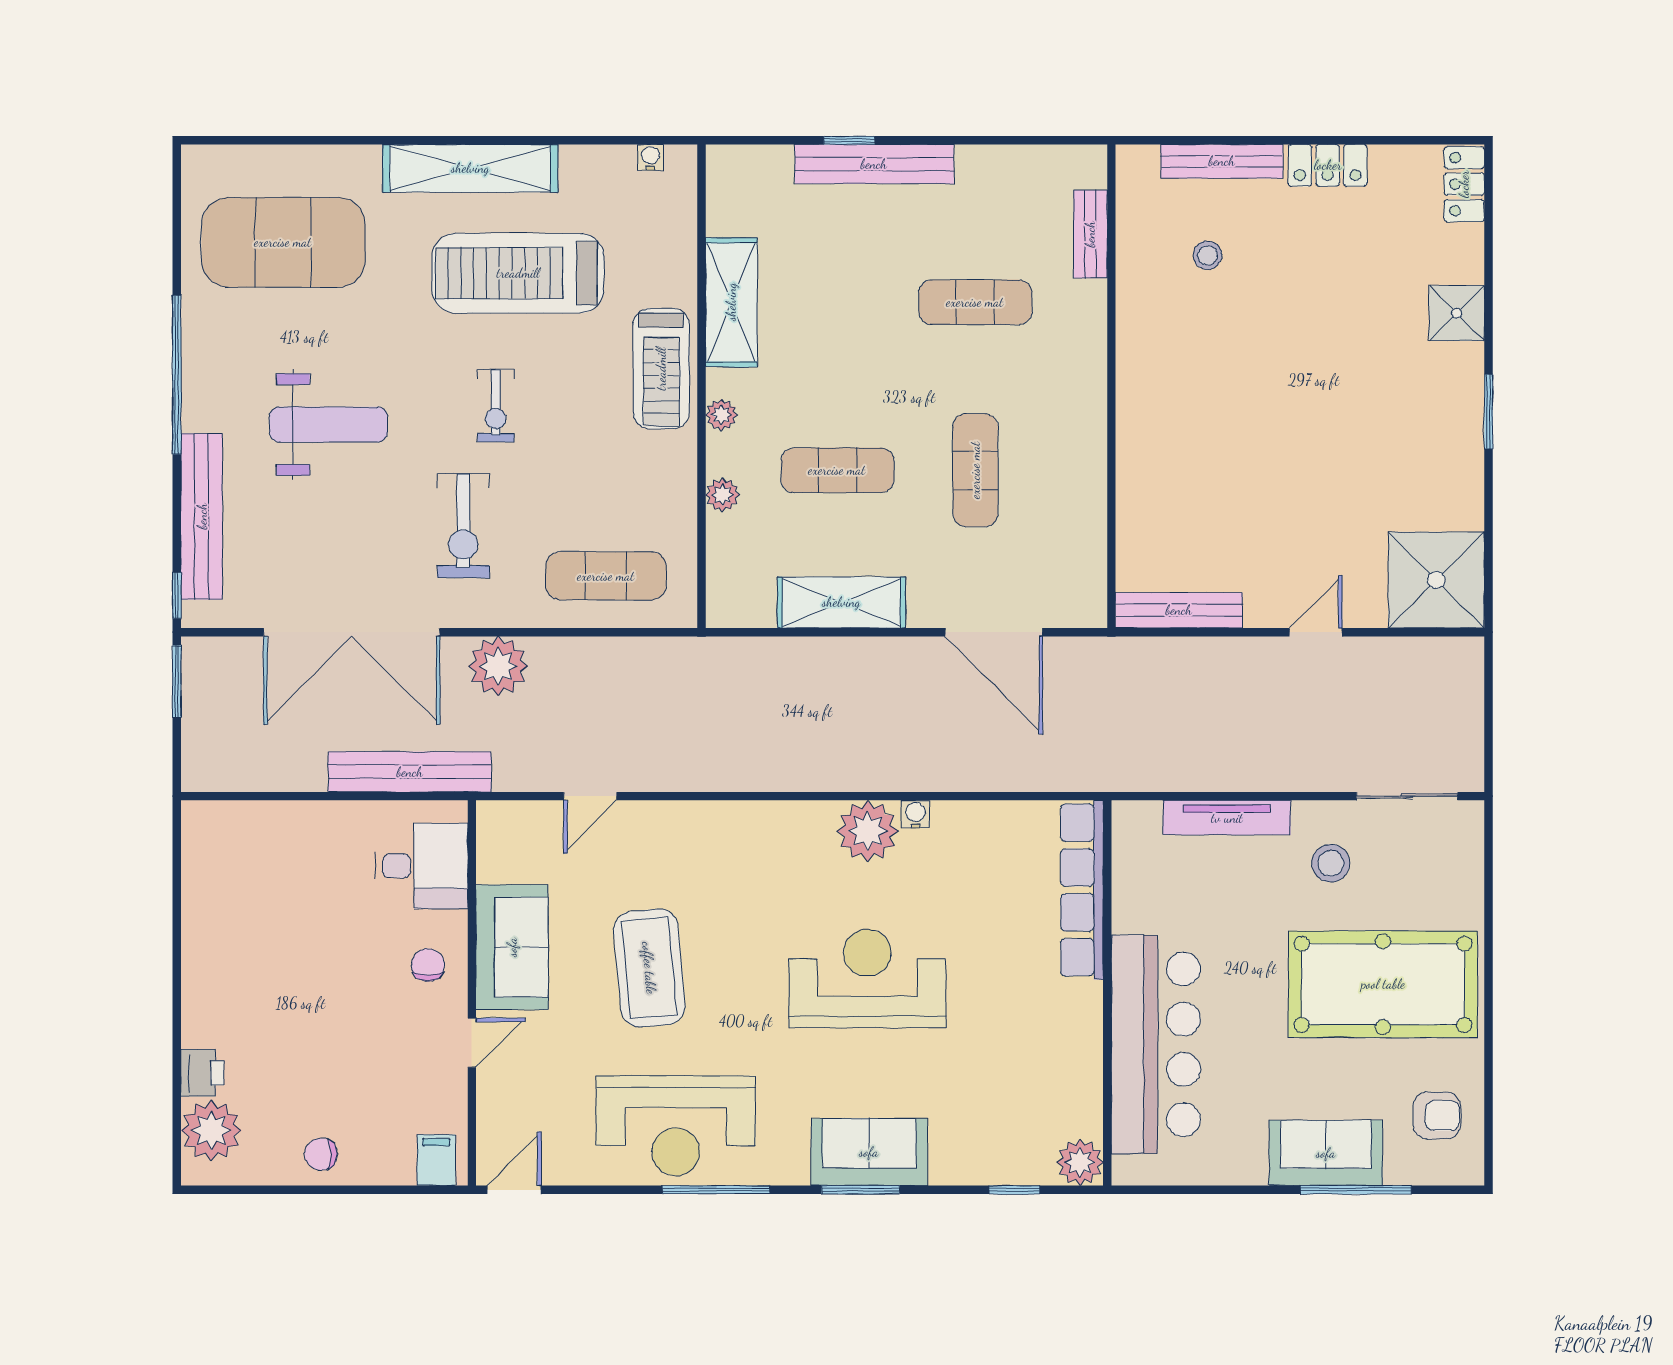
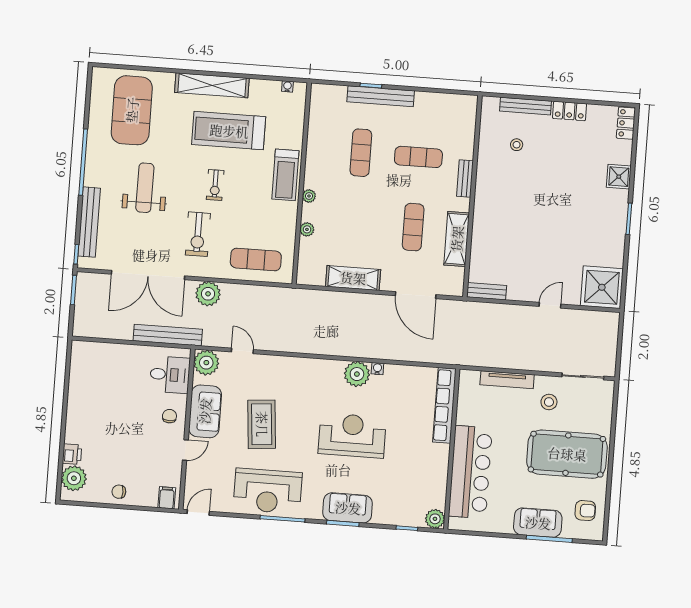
bench: (1090, 234) -> (465, 179), moved
exercise mat: (283, 242) -> (132, 110), turned 90
shelving: (731, 302) -> (457, 239), moved
weight bench: (328, 424) -> (145, 188), turned -90
exercise mat: (837, 470) -> (361, 153), moved, turned 90
bench: (1179, 610) -> (487, 291), width x0.73
door: (590, 796) -> (242, 351), swing flipped
plant: (506, 831) -> (206, 363), added

